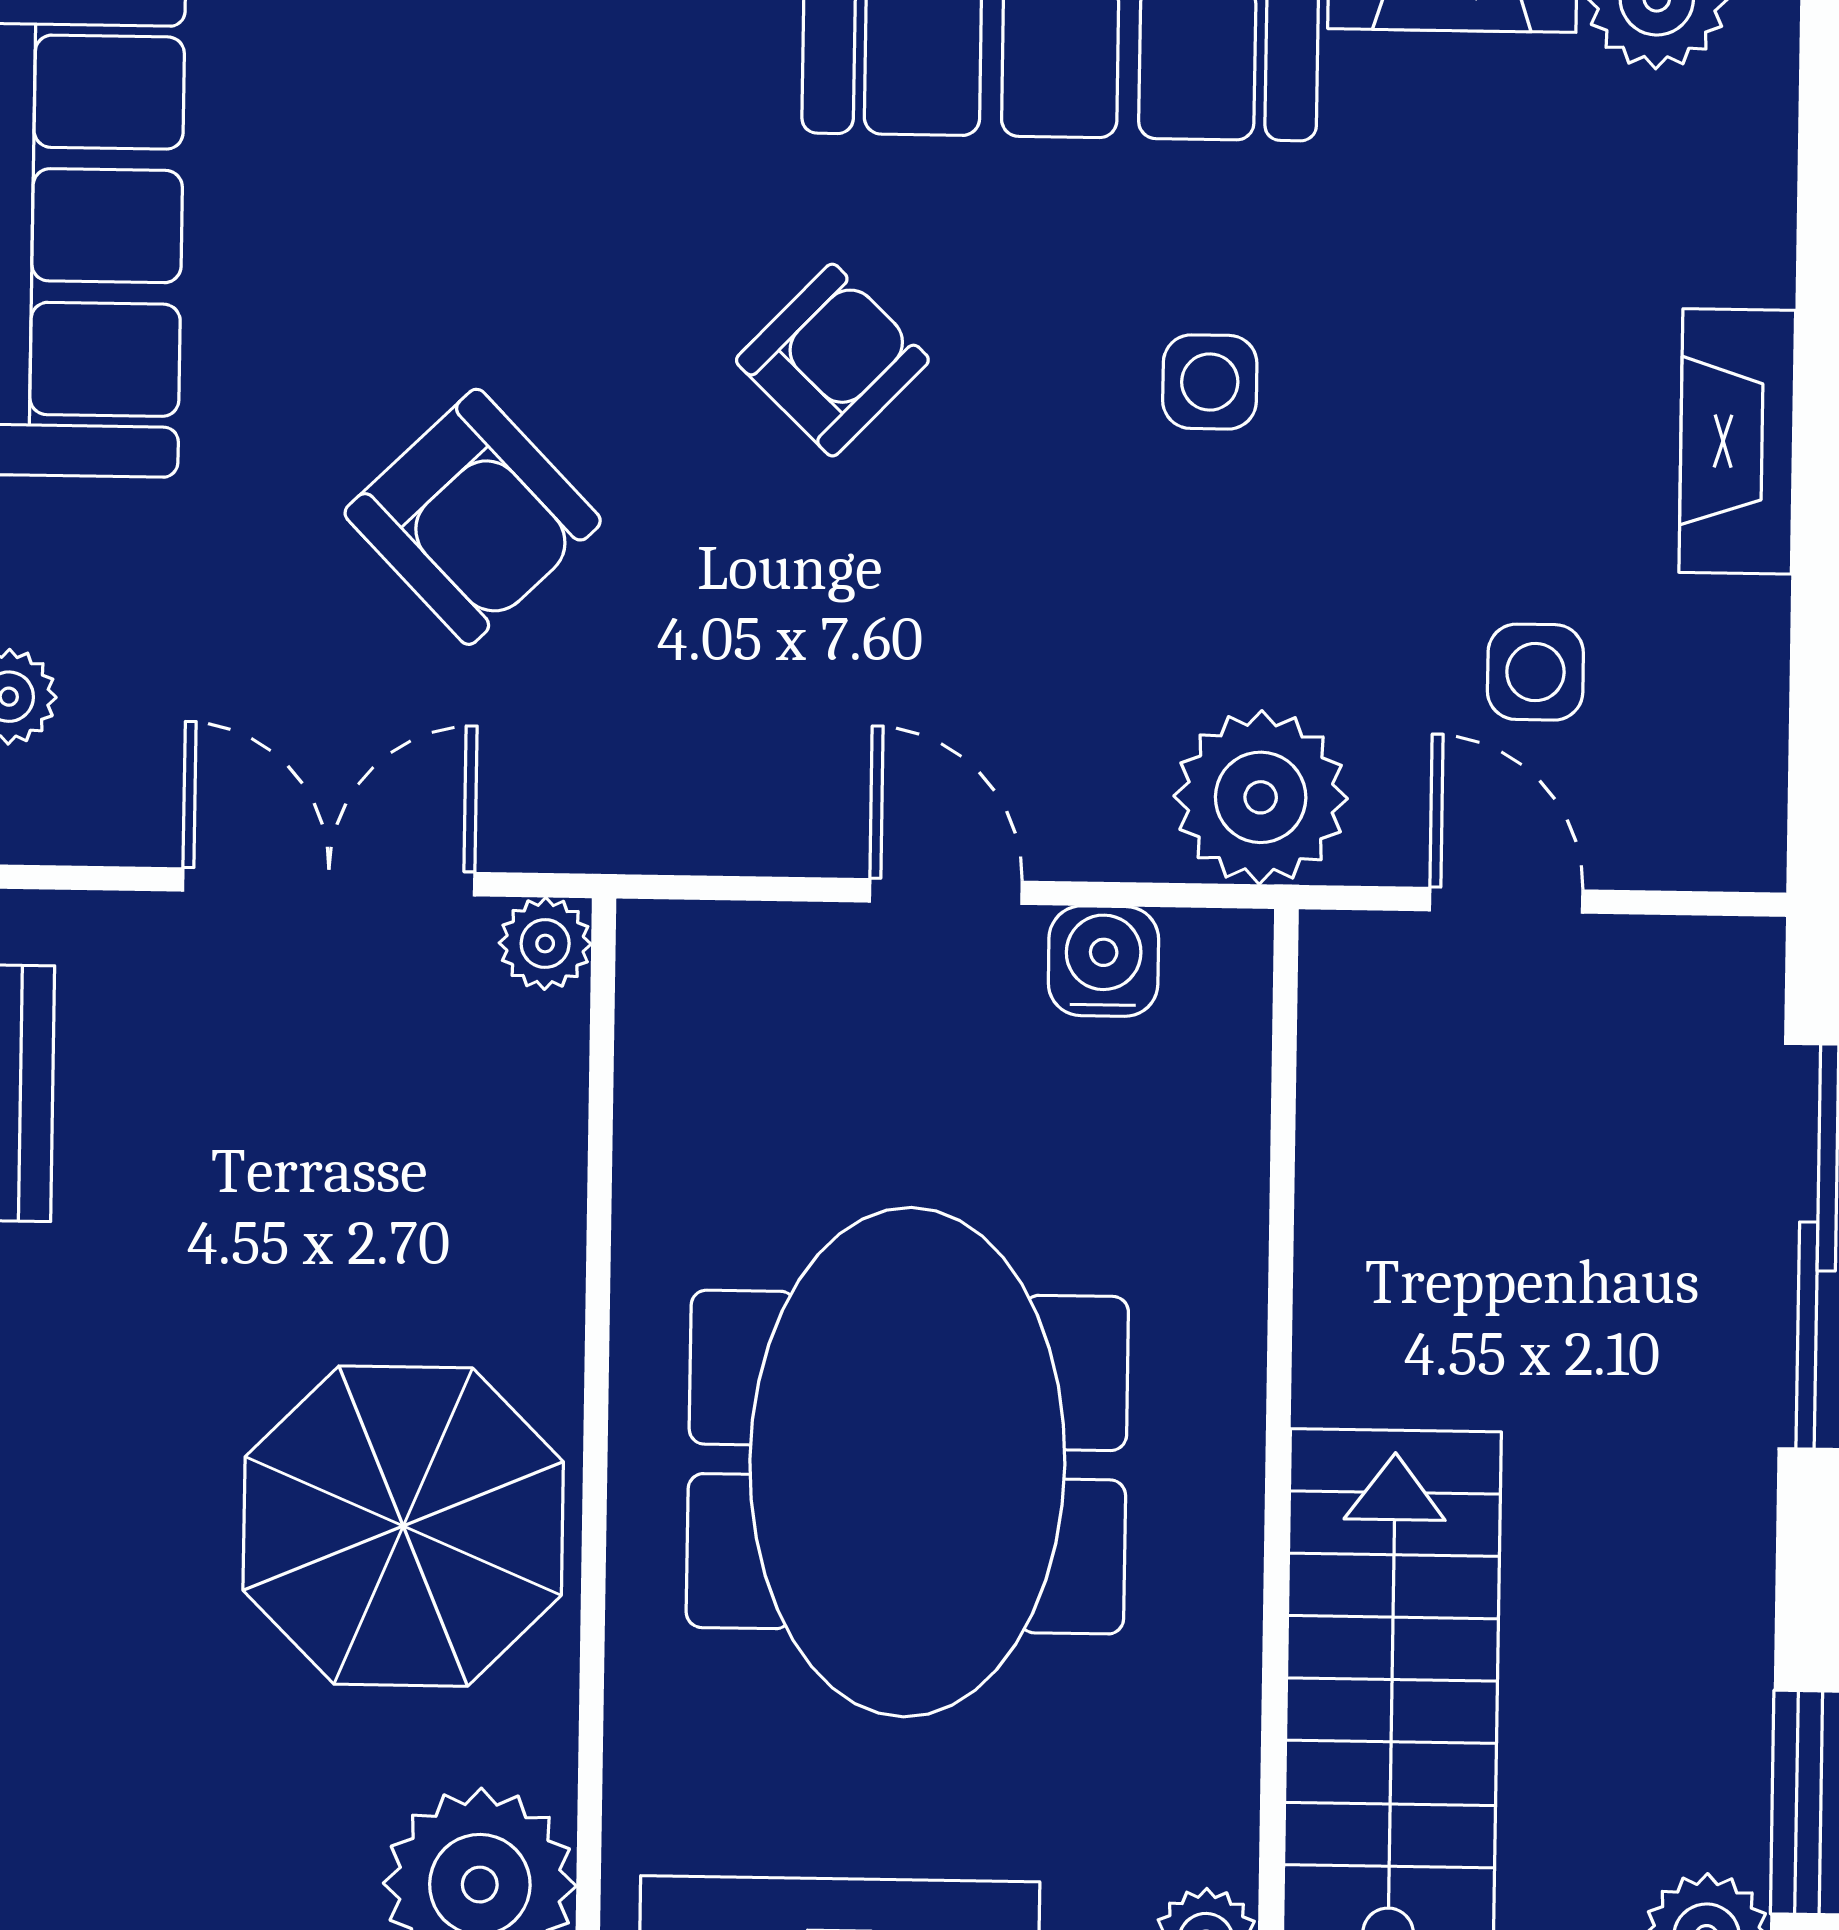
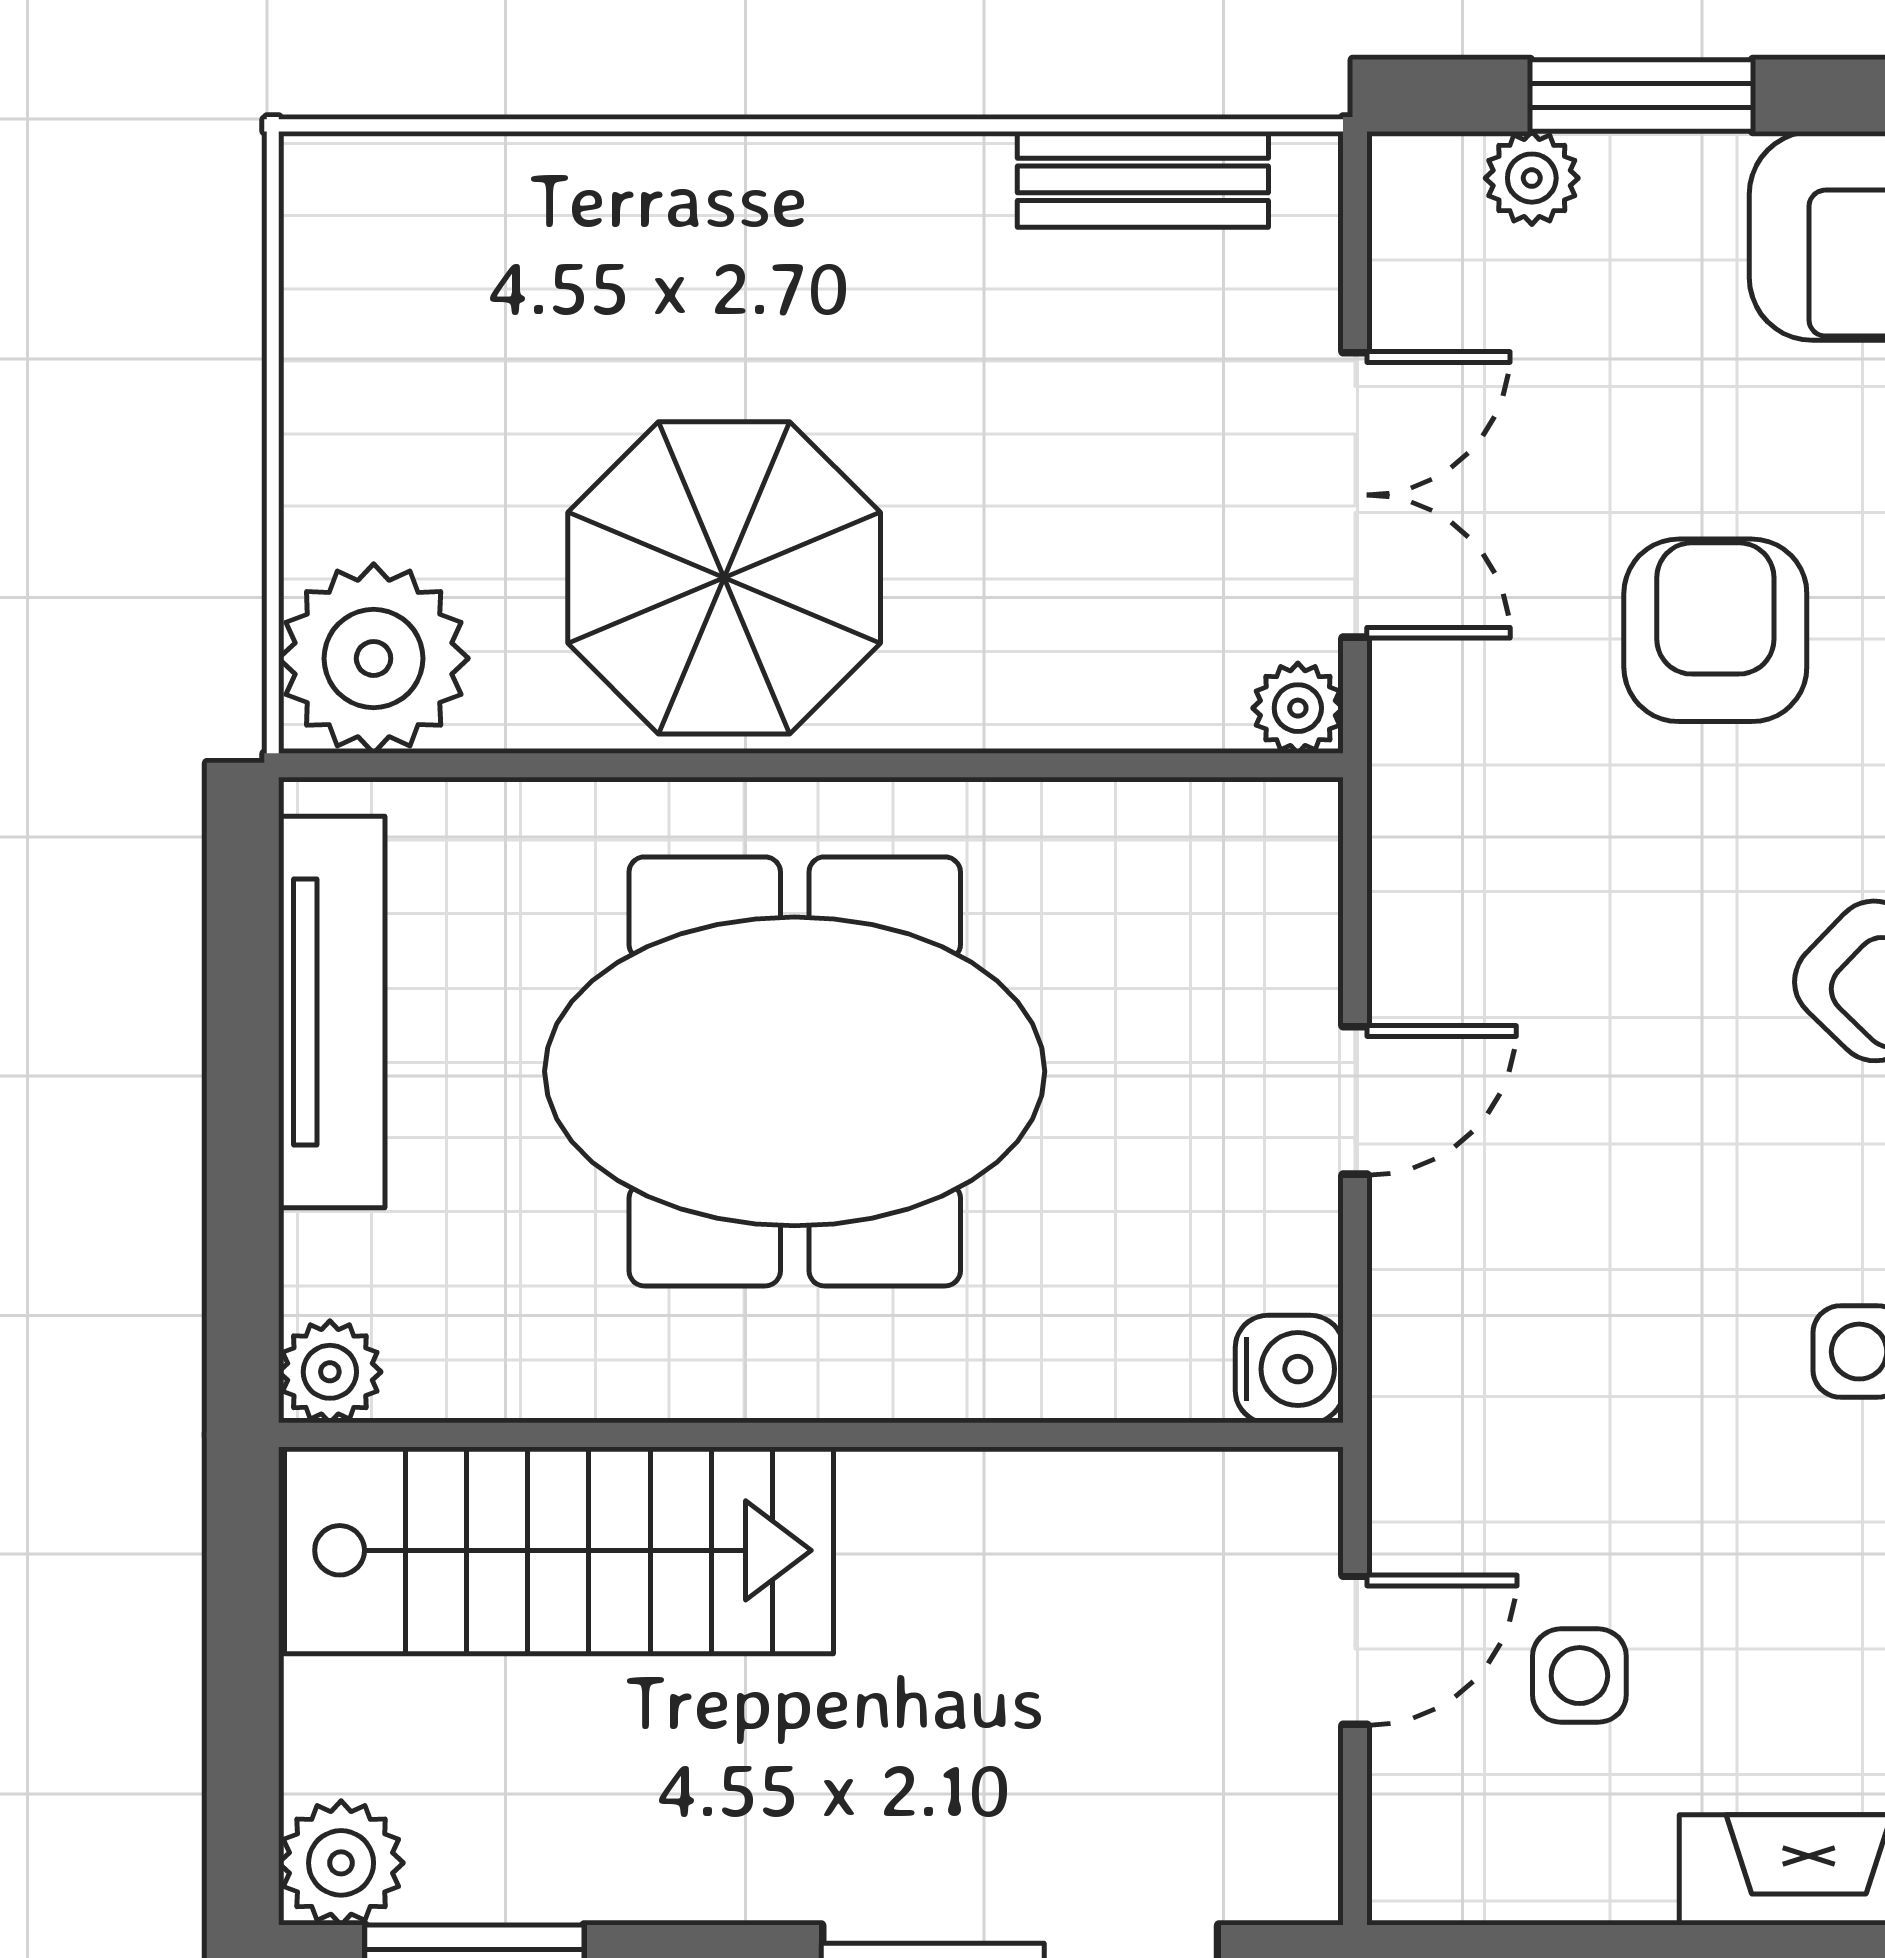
armchair: (473, 517) -> (1715, 630), turned 134
plant: (1261, 797) -> (1452, 1408), removed
water cooler: (1103, 961) -> (1289, 1369), moved

